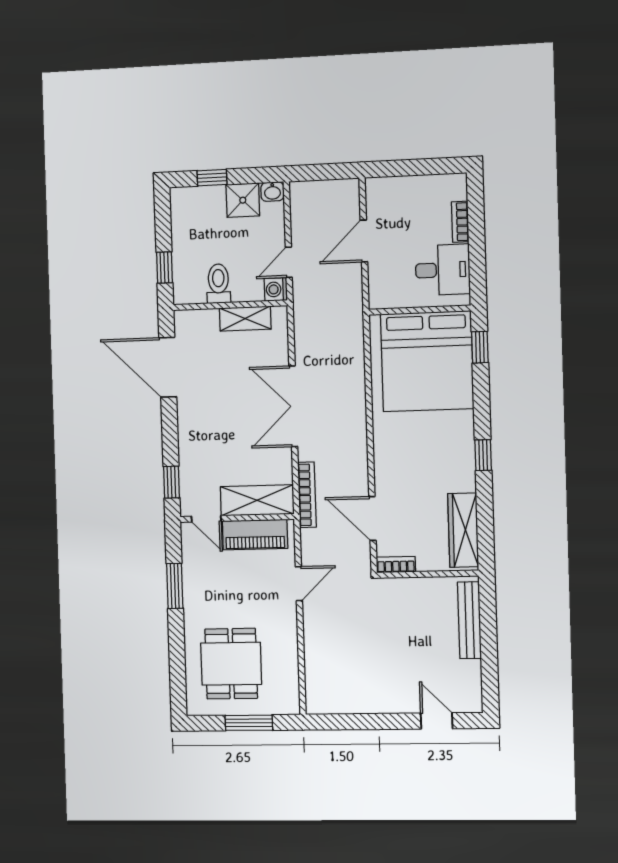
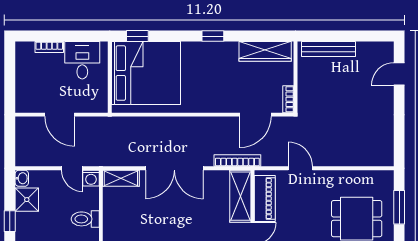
shelving: (245, 319) -> (121, 178), moved, turned 90

